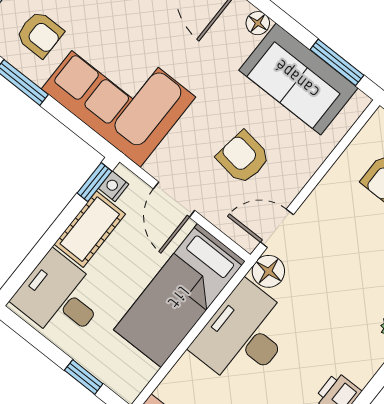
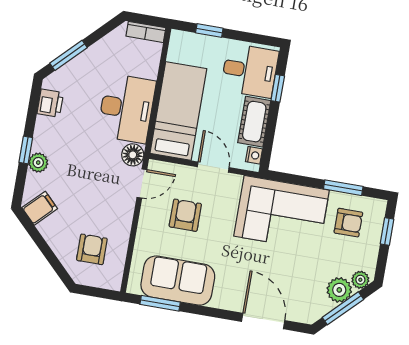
floor lamp: (258, 23) -> (221, 301), removed
armchair: (40, 34) -> (348, 223), turned 180
armchair: (243, 157) -> (185, 215), turned -98
window: (95, 182) -> (278, 88), moved

